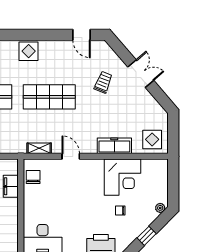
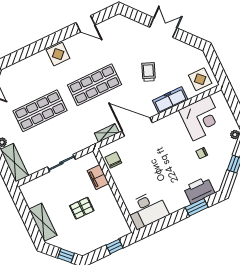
door: (82, 35) -> (85, 24), moved
trolley: (103, 82) -> (149, 72), moved
door: (71, 156) -> (137, 127), width x1.88
corner desk: (123, 177) -> (201, 118), moved

